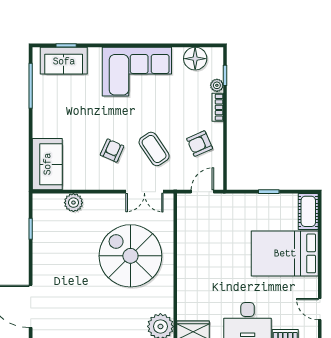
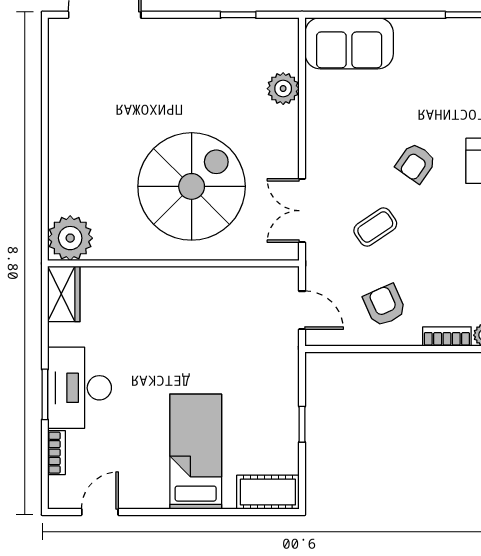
coffee table: (154, 149) -> (375, 227), width x0.73, depth x0.77
armchair: (112, 151) -> (416, 163), moved, turned 101
bed: (285, 253) -> (196, 452), width x0.67

